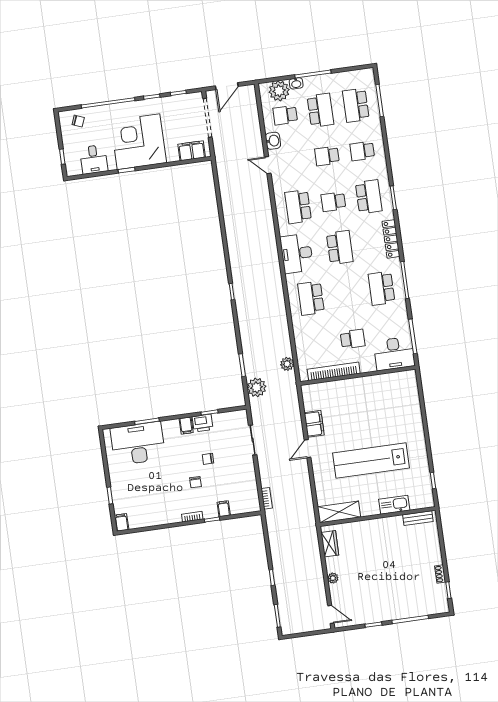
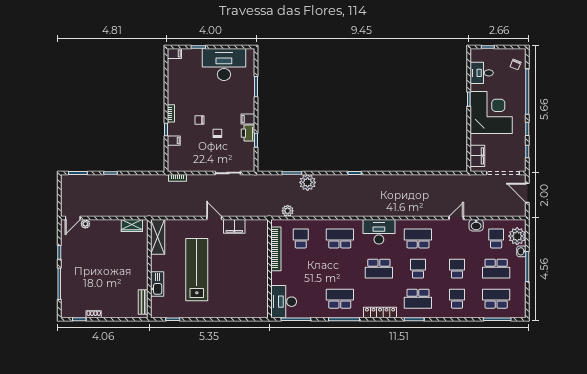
school desk: (353, 339) -> (301, 238), moved, turned 180
plant: (257, 387) -> (308, 182), moved
desk: (138, 443) -> (224, 64), moved, turned -90
plant: (333, 578) -> (85, 224), moved

